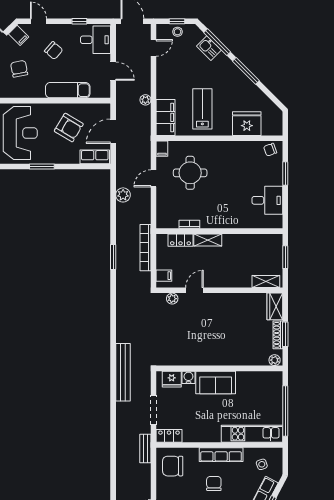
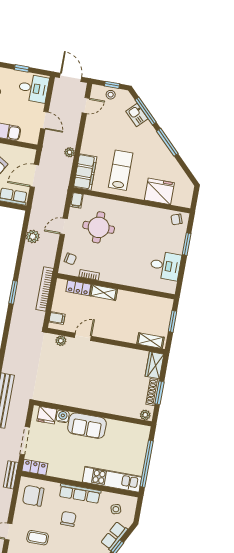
chair: (167, 211) -> (70, 259), added

